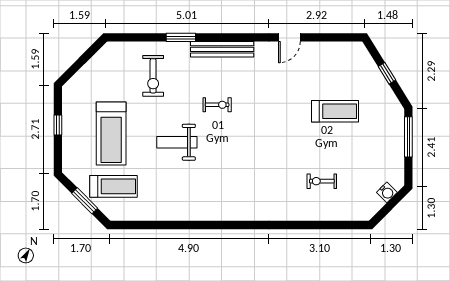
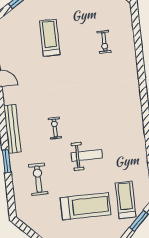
exercise bike: (153, 76) -> (38, 179), turned -90
weight bench: (177, 142) -> (87, 155), turned -90

